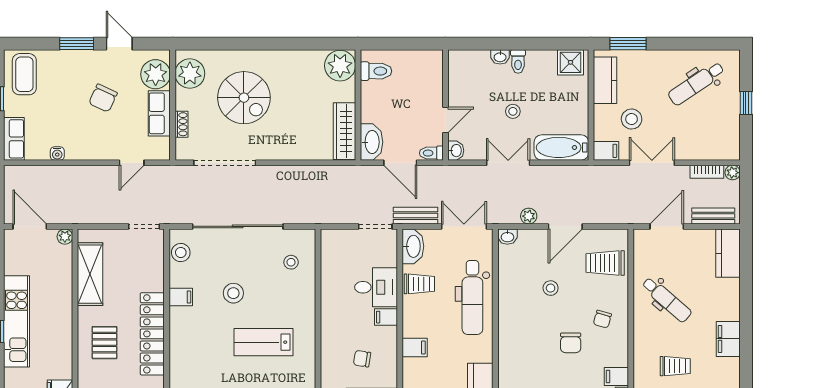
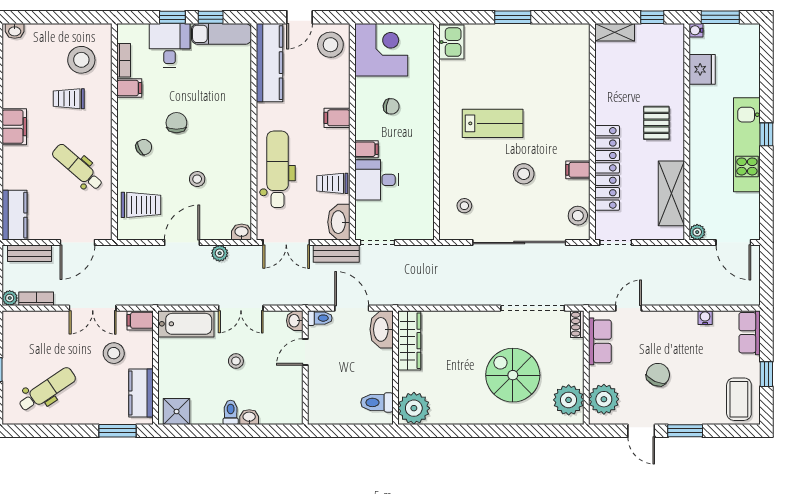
row of seats: (159, 113) -> (600, 341), moved
shoe rack: (181, 124) -> (577, 324), moved
chair: (602, 319) -> (144, 147), turned 46
locker: (152, 334) -> (607, 168), moved

